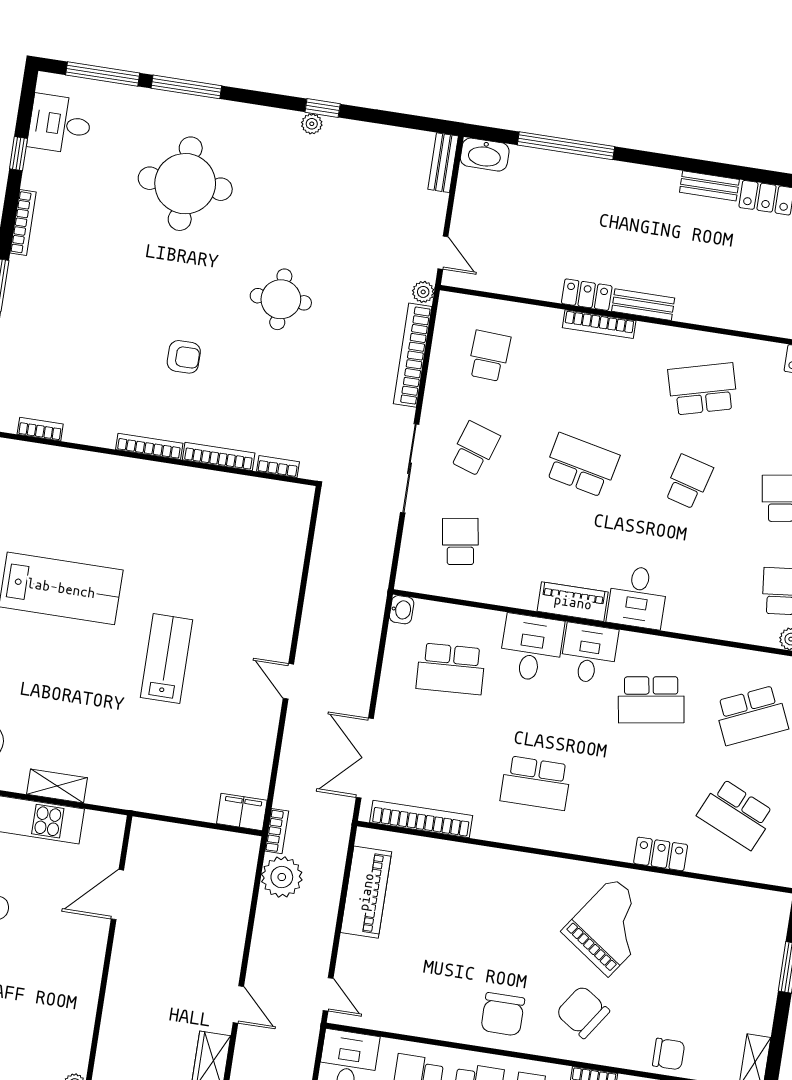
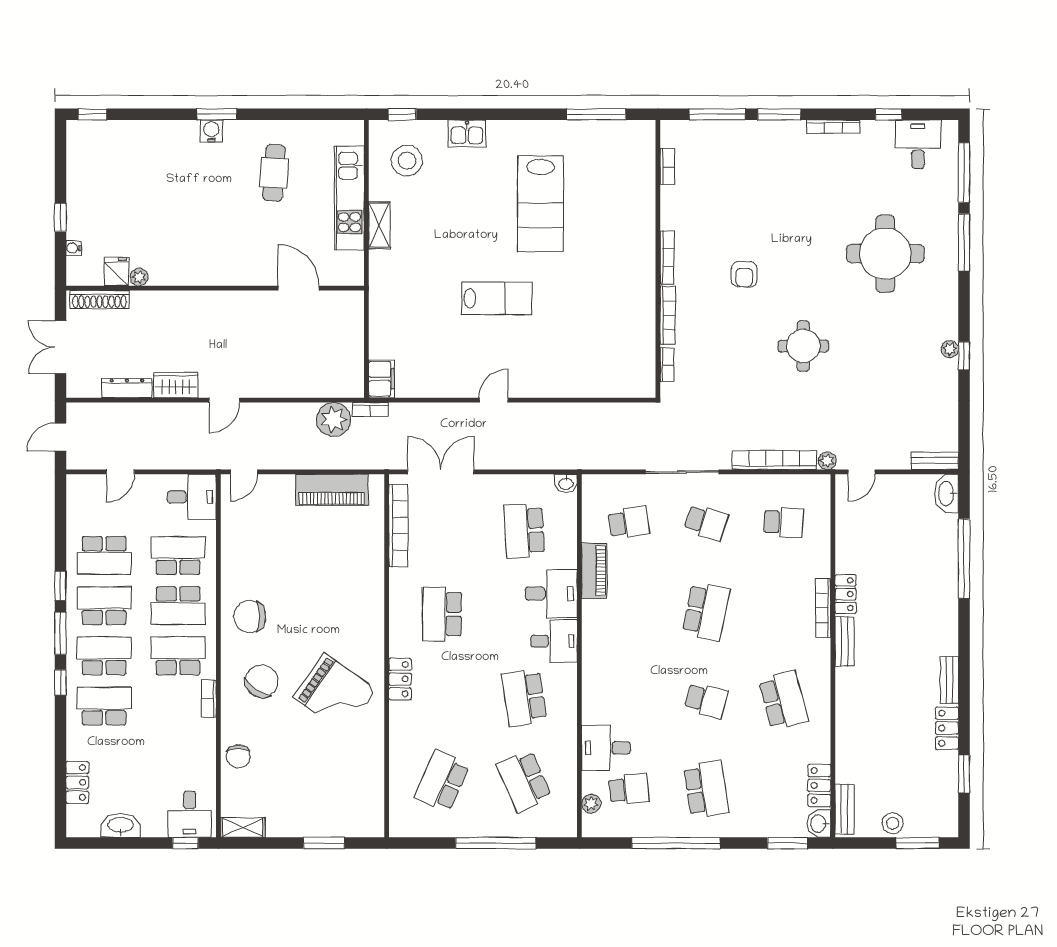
desk: (637, 597) -> (606, 748), moved
piano: (573, 602) -> (594, 571), moved
locker: (661, 854) -> (400, 679), moved

